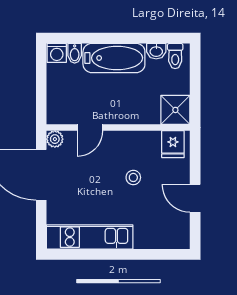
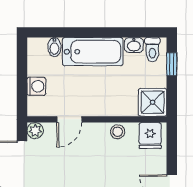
washing machine: (57, 53) -> (36, 86), moved, turned -90
window: (195, 71) -> (172, 64), added
stool: (133, 177) -> (118, 132), moved

